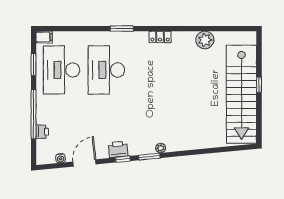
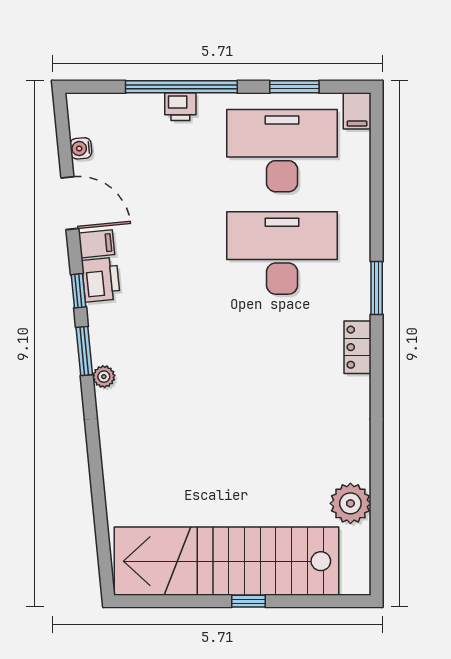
locker: (160, 37) -> (357, 347), moved
plant: (205, 40) -> (350, 503), moved
printer: (42, 132) -> (180, 107), moved
filing cabinet: (102, 151) -> (97, 244), added

